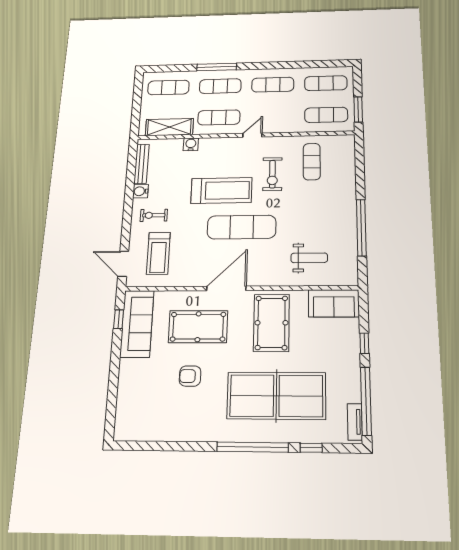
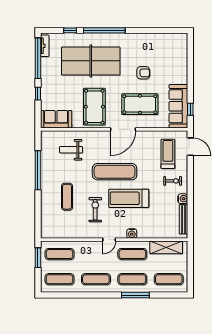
water cooler: (191, 144) -> (132, 233), moved
exercise mat: (312, 162) -> (67, 197), moved

